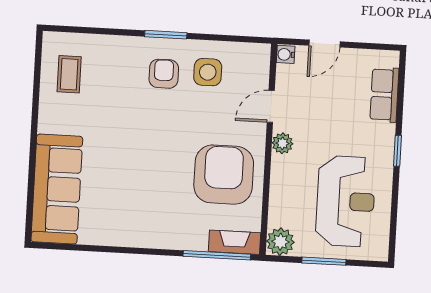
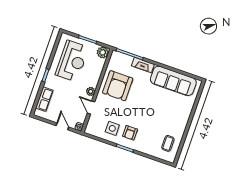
door: (325, 44) -> (62, 126), hinge flipped
door: (271, 106) -> (91, 107), swing flipped
sofa: (57, 189) -> (173, 81), moved, turned -90
reception desk: (346, 201) -> (72, 61), turned 180
fireplace: (234, 242) -> (143, 65), moved

